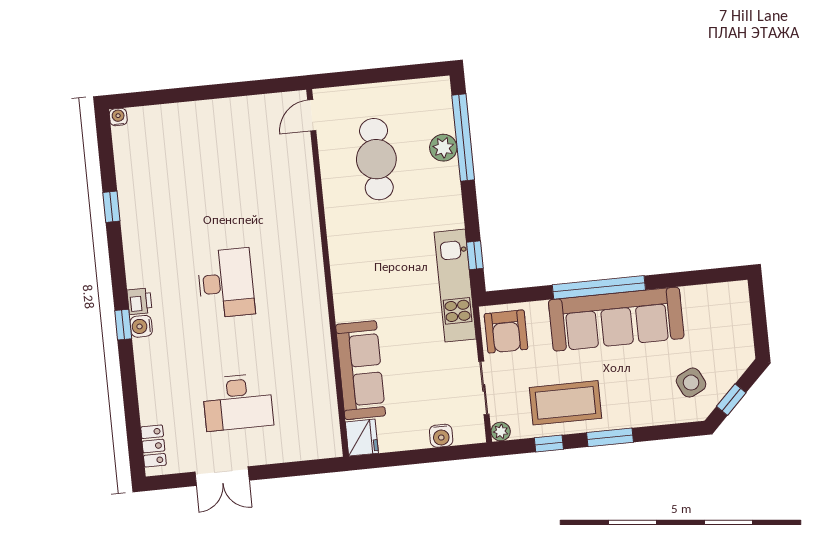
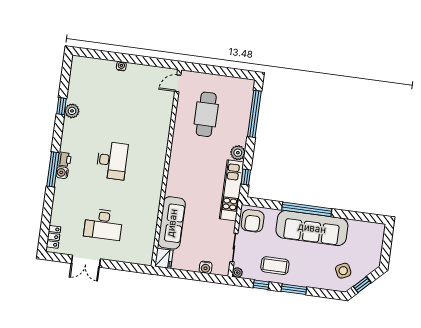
water cooler: (118, 117) -> (121, 66), moved
plant: (443, 148) -> (238, 153), moved
plant: (132, 211) -> (72, 111), added
window: (123, 325) -> (53, 169), width x2.17
coffee table: (566, 403) -> (275, 266), width x0.73, depth x0.76

